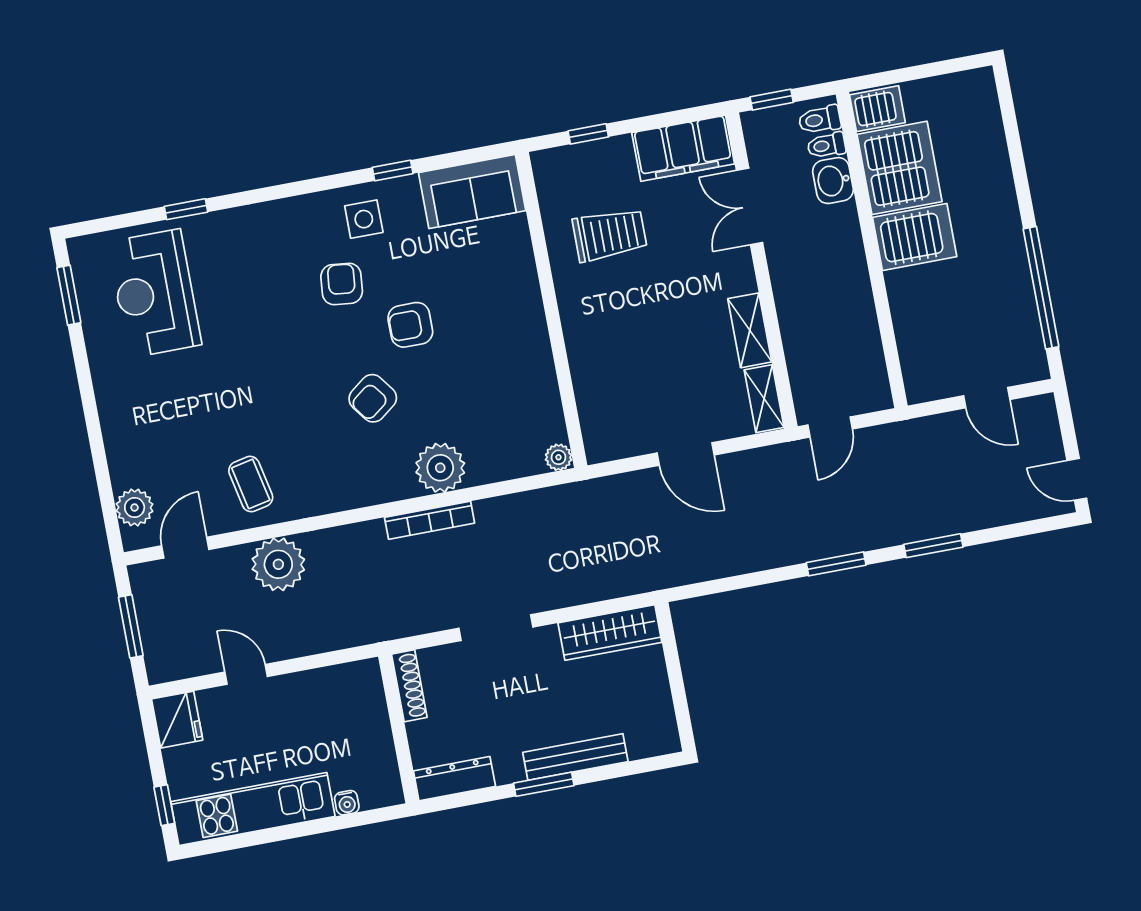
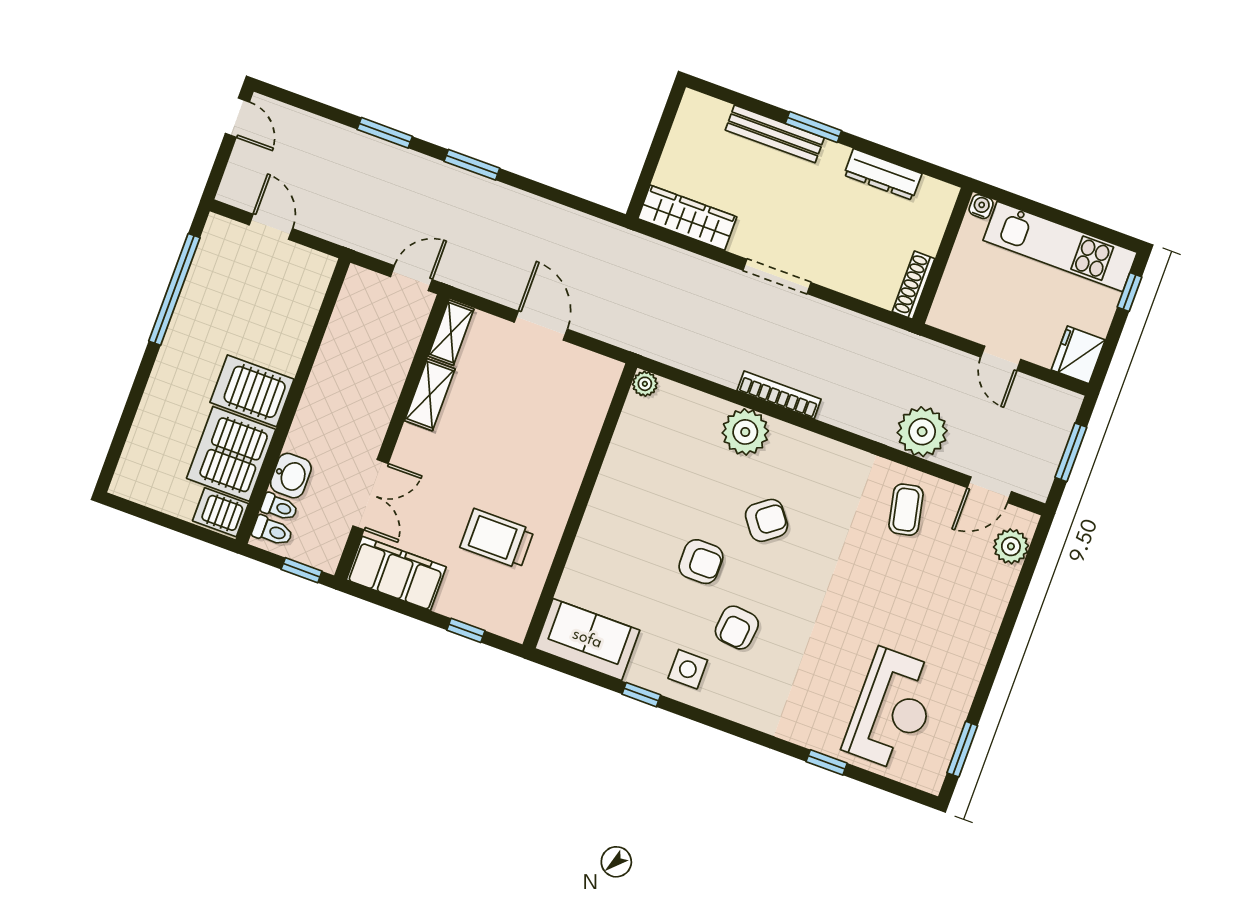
shoe rack: (409, 686) -> (914, 285), moved
wall: (399, 729) -> (943, 256), moved

